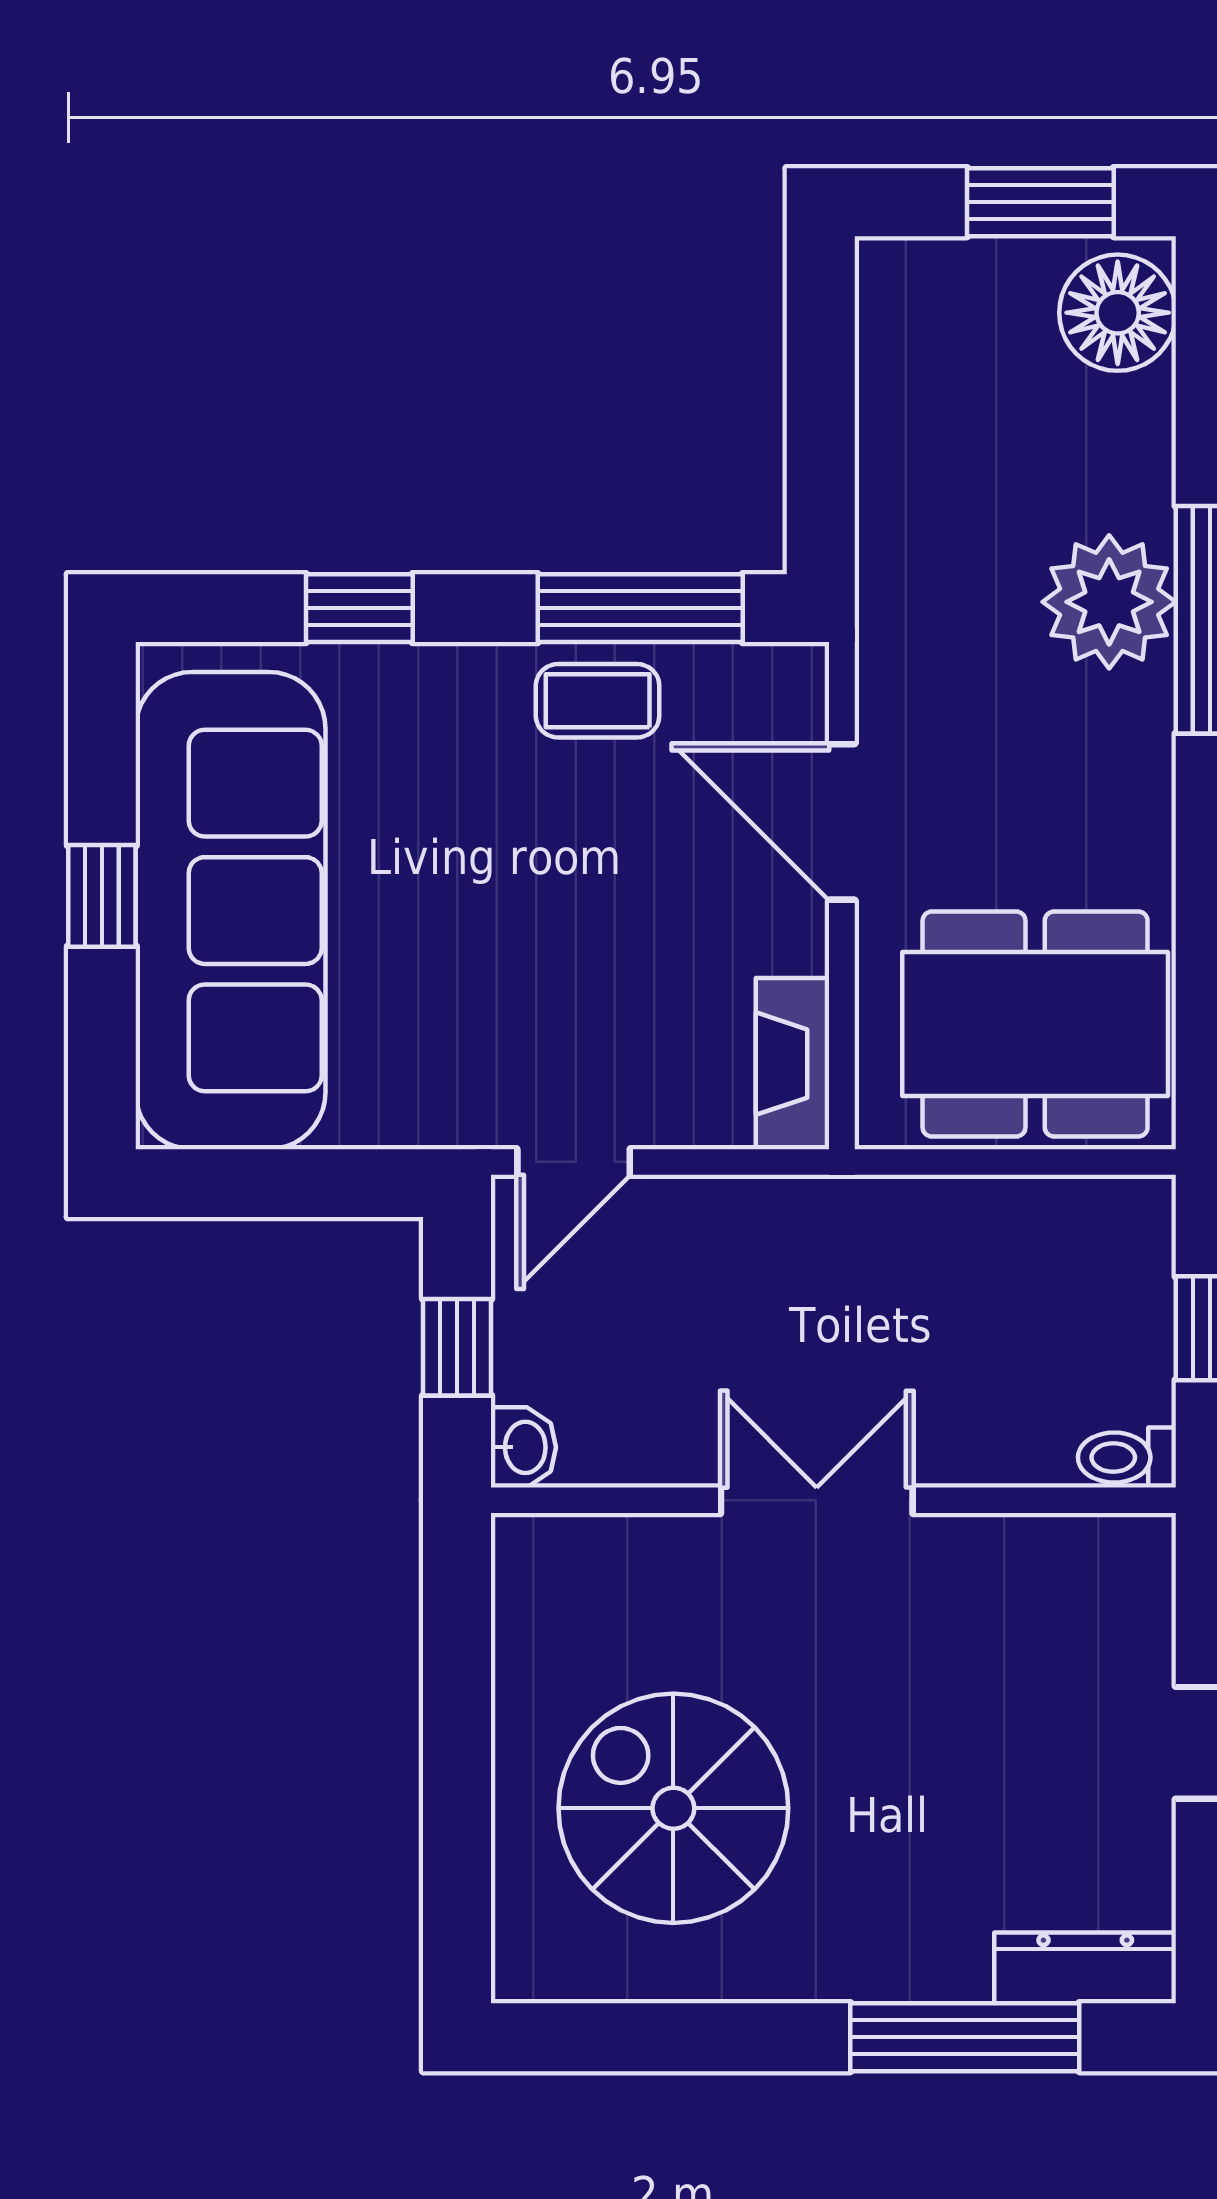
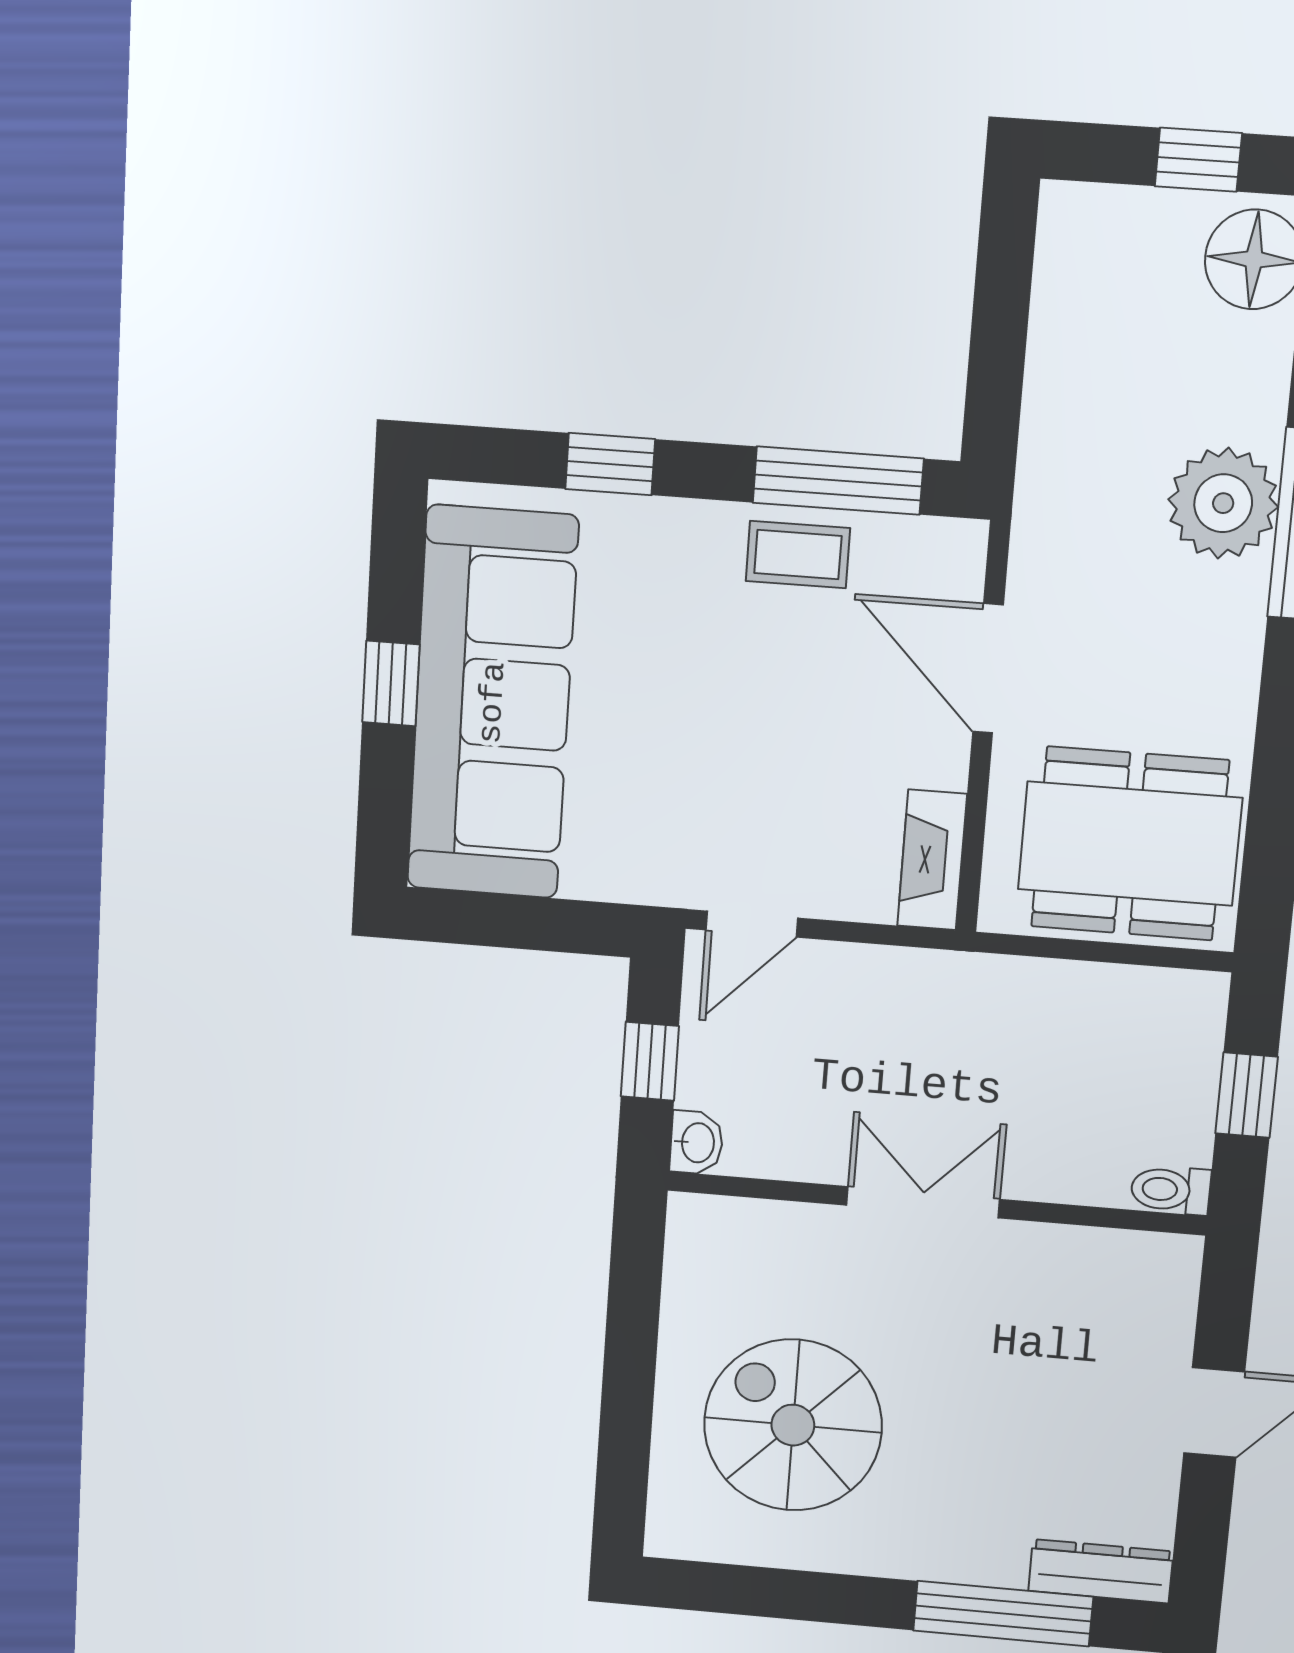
window: (1040, 202) -> (1198, 160), width x0.67

